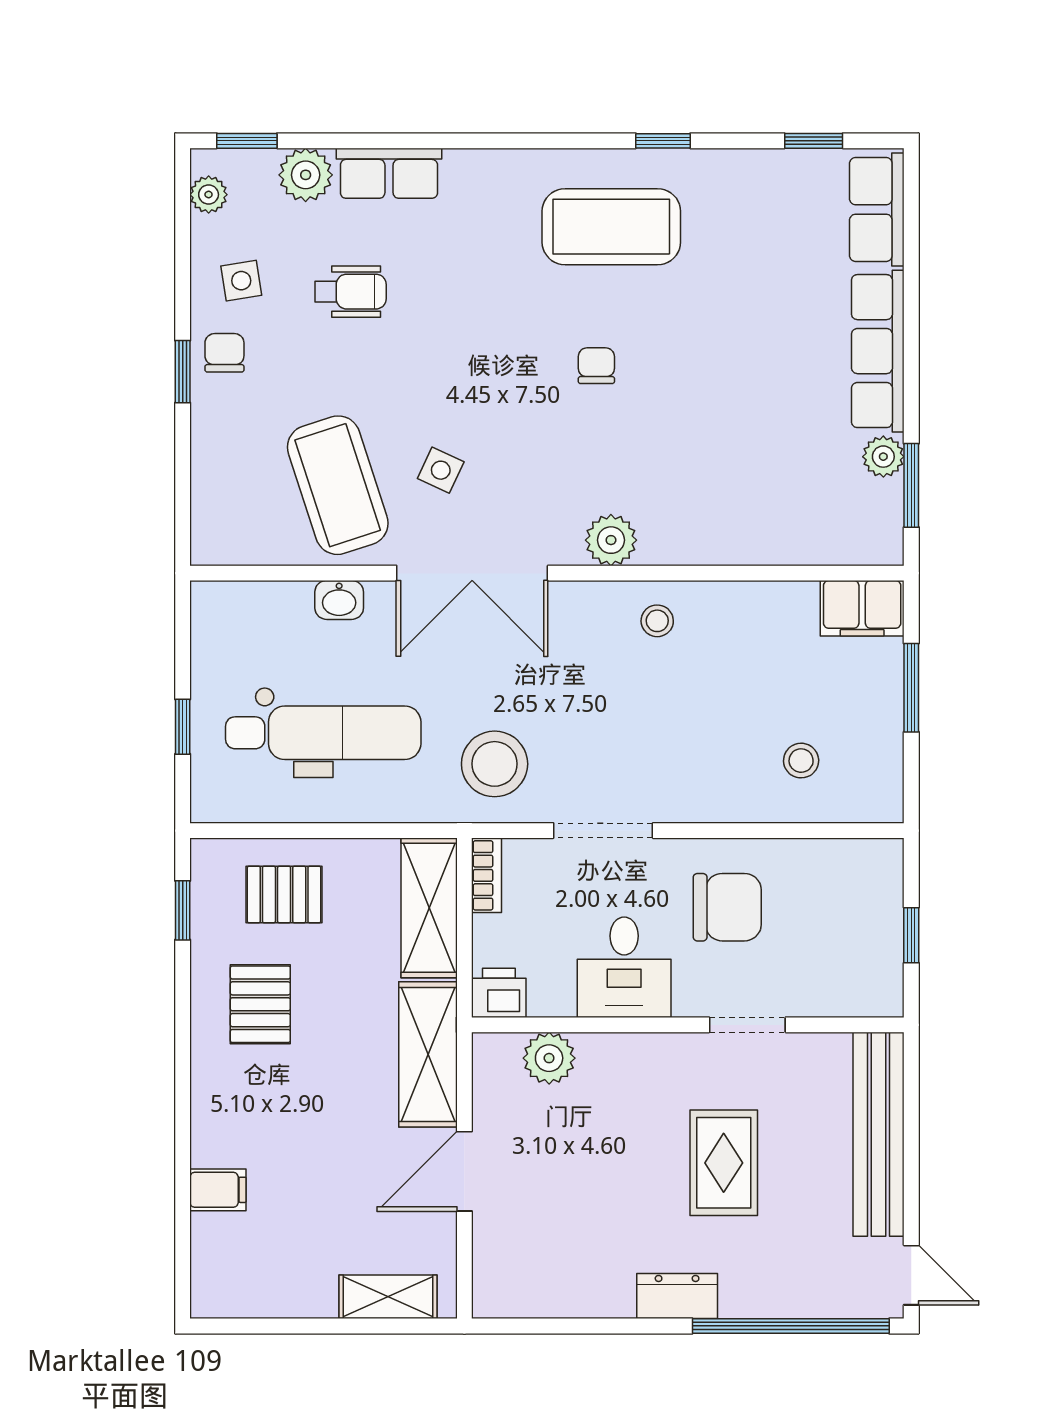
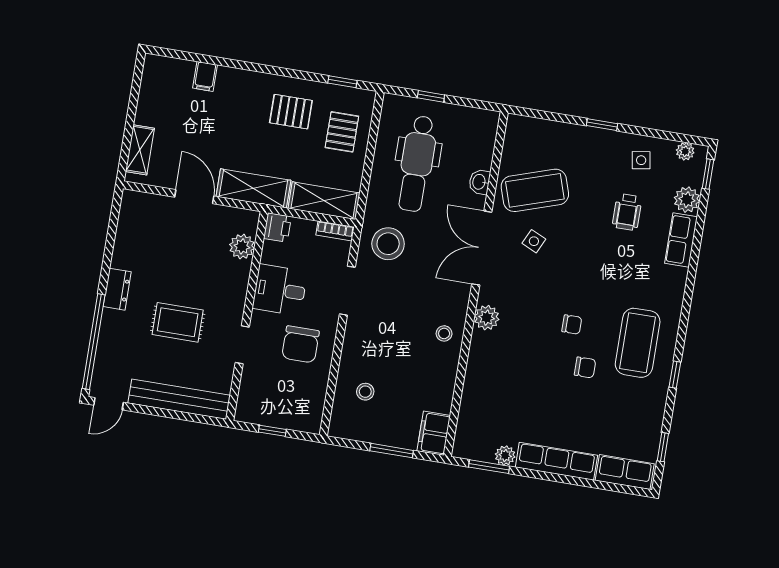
chair: (224, 353) -> (585, 367), moved

